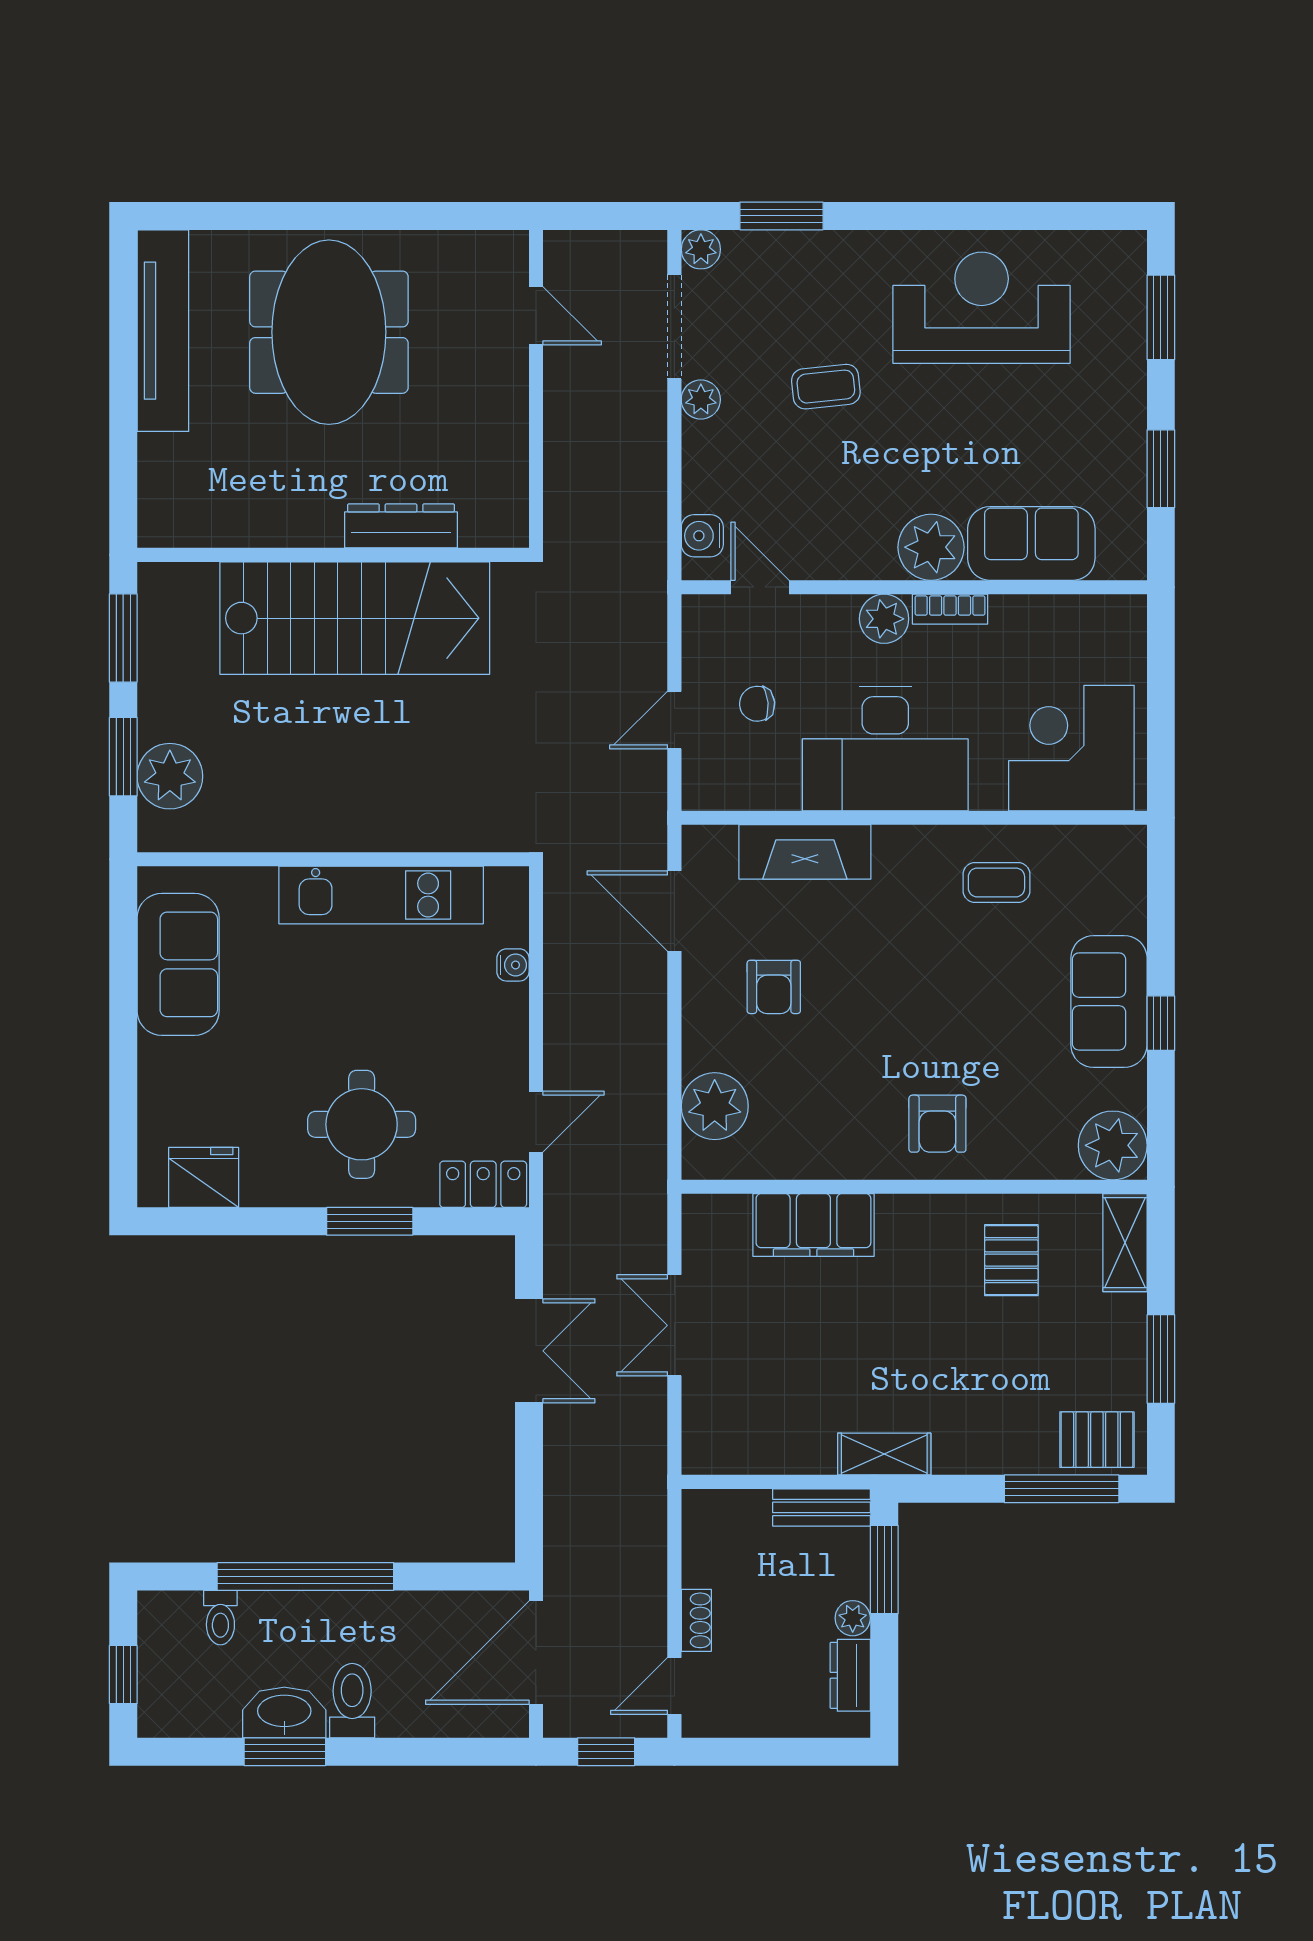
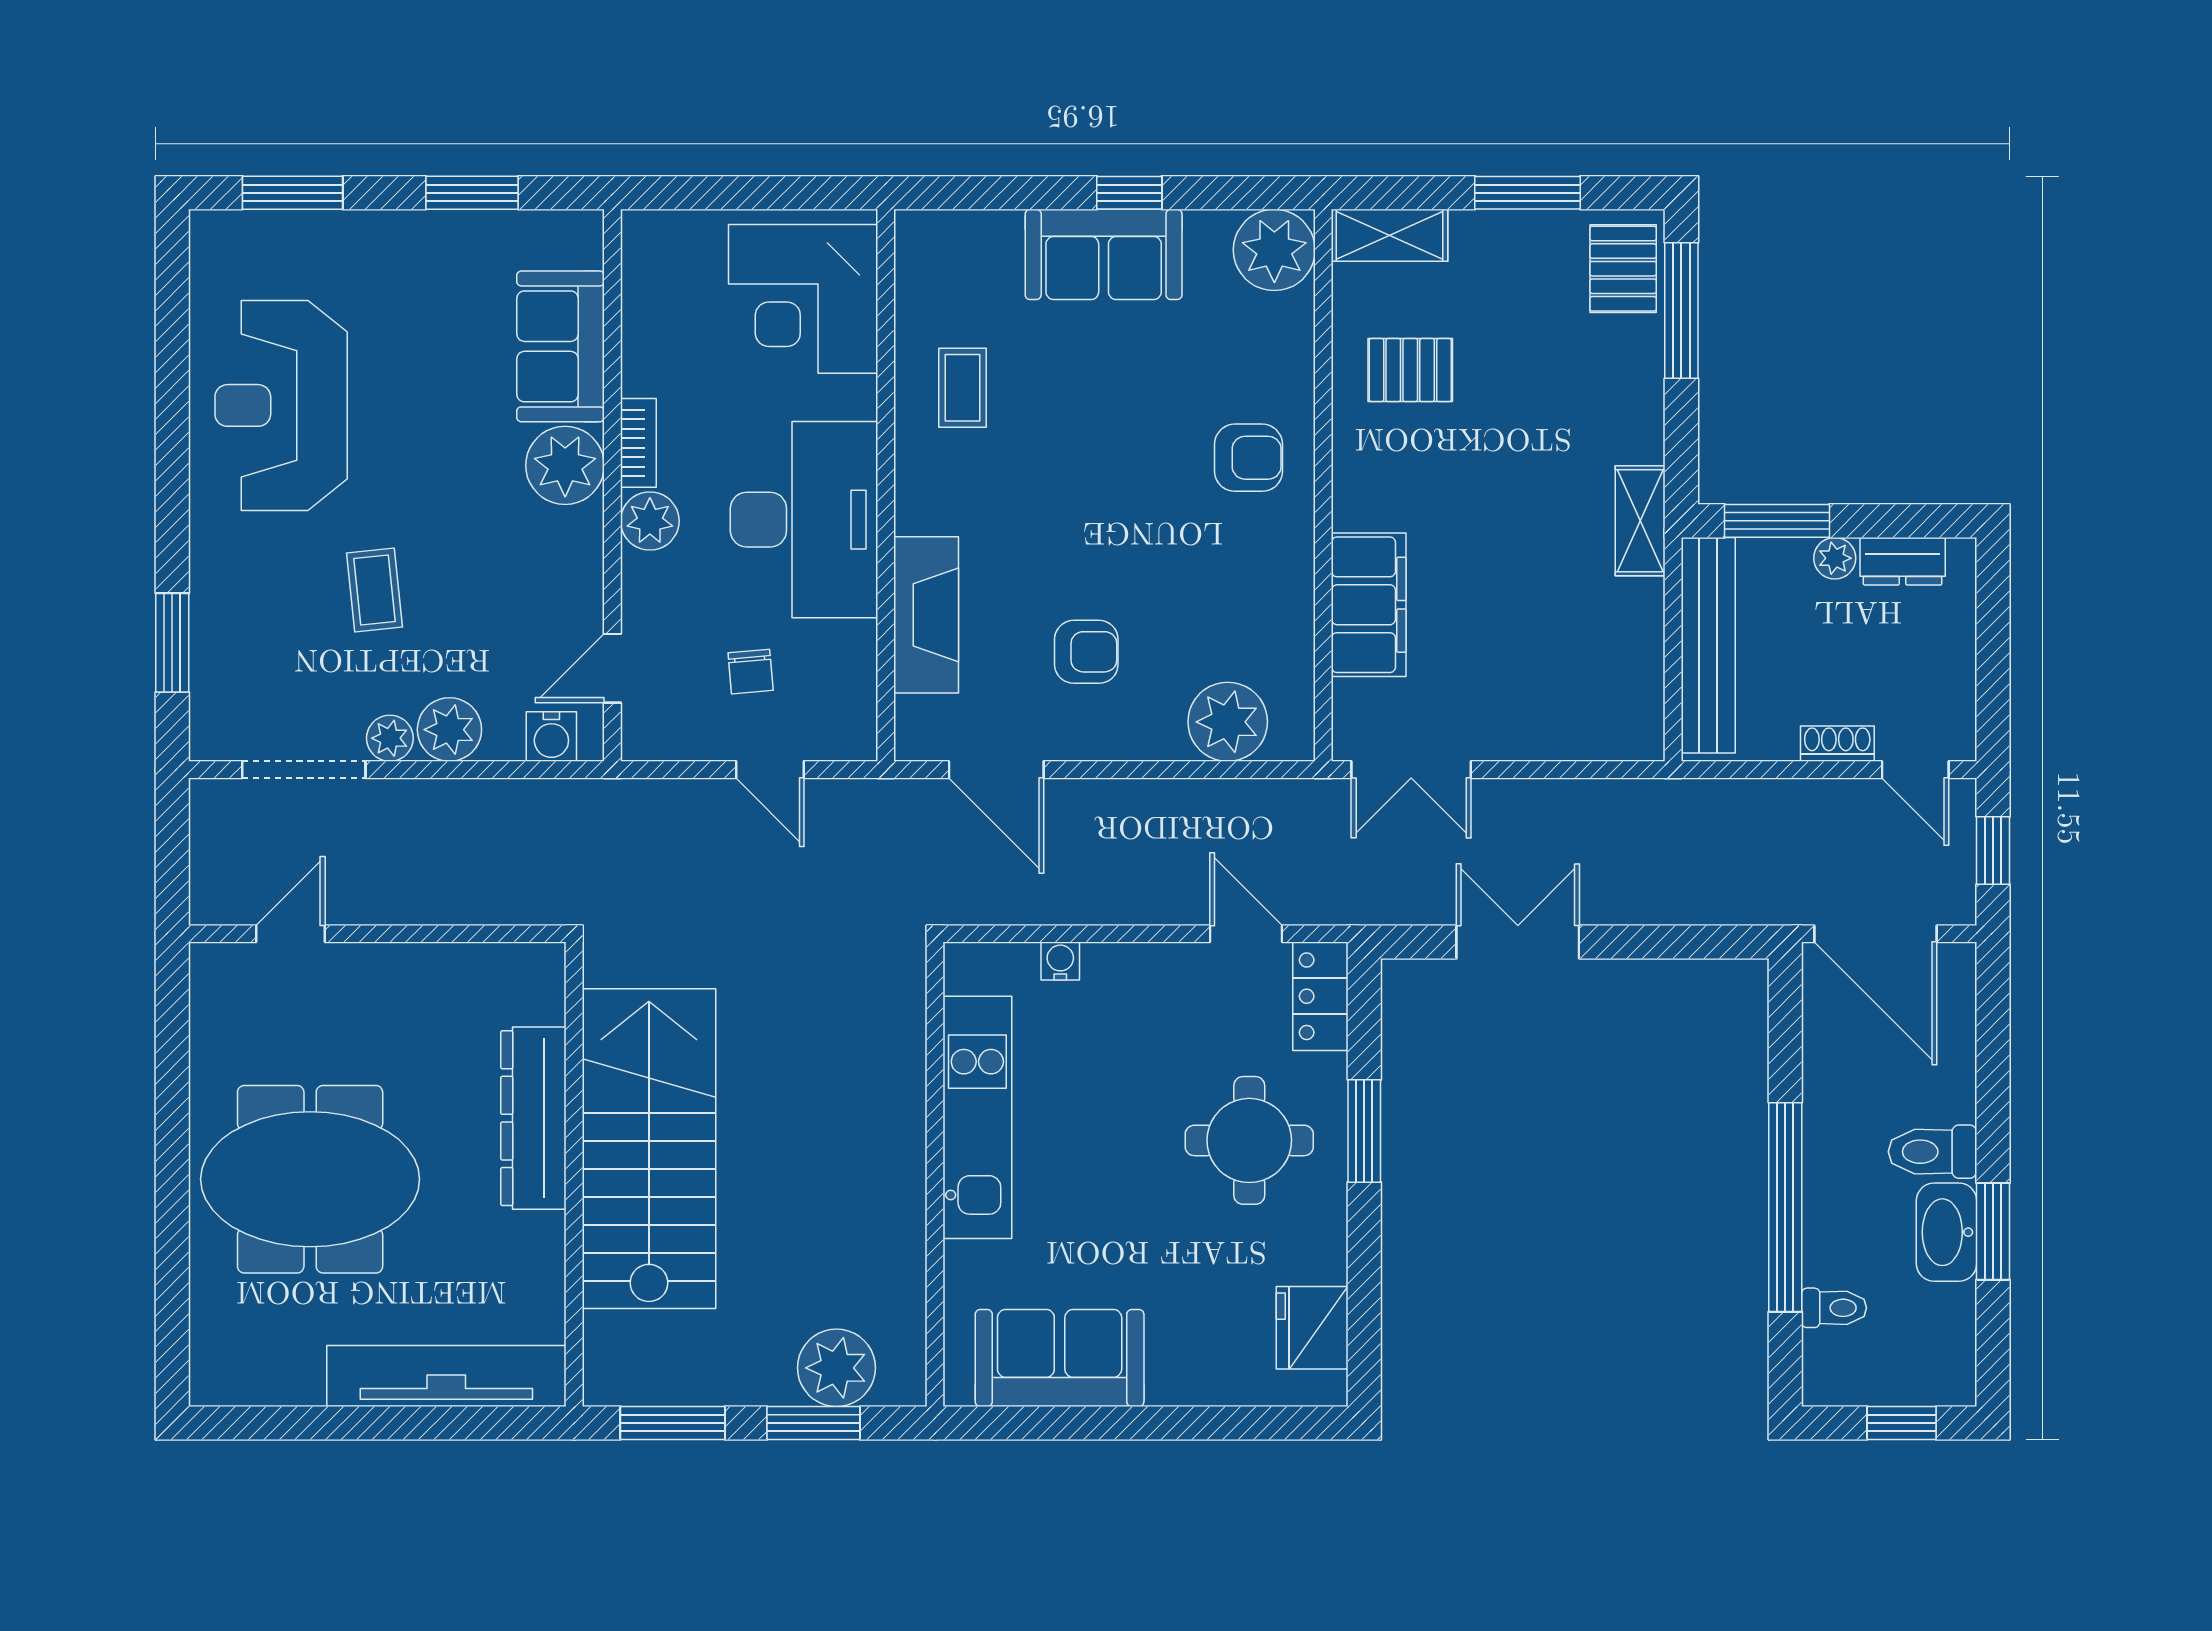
plant: (701, 249) -> (449, 730), moved, width x1.38, depth x1.38
tv unit: (163, 331) -> (446, 1376), moved
dresser: (401, 526) -> (533, 1118), width x1.37, depth x1.24
door: (674, 911) -> (996, 770), hinge flipped
double door: (674, 1325) -> (1411, 770), moved
bench: (822, 1507) -> (1708, 645), width x1.86, depth x1.21

